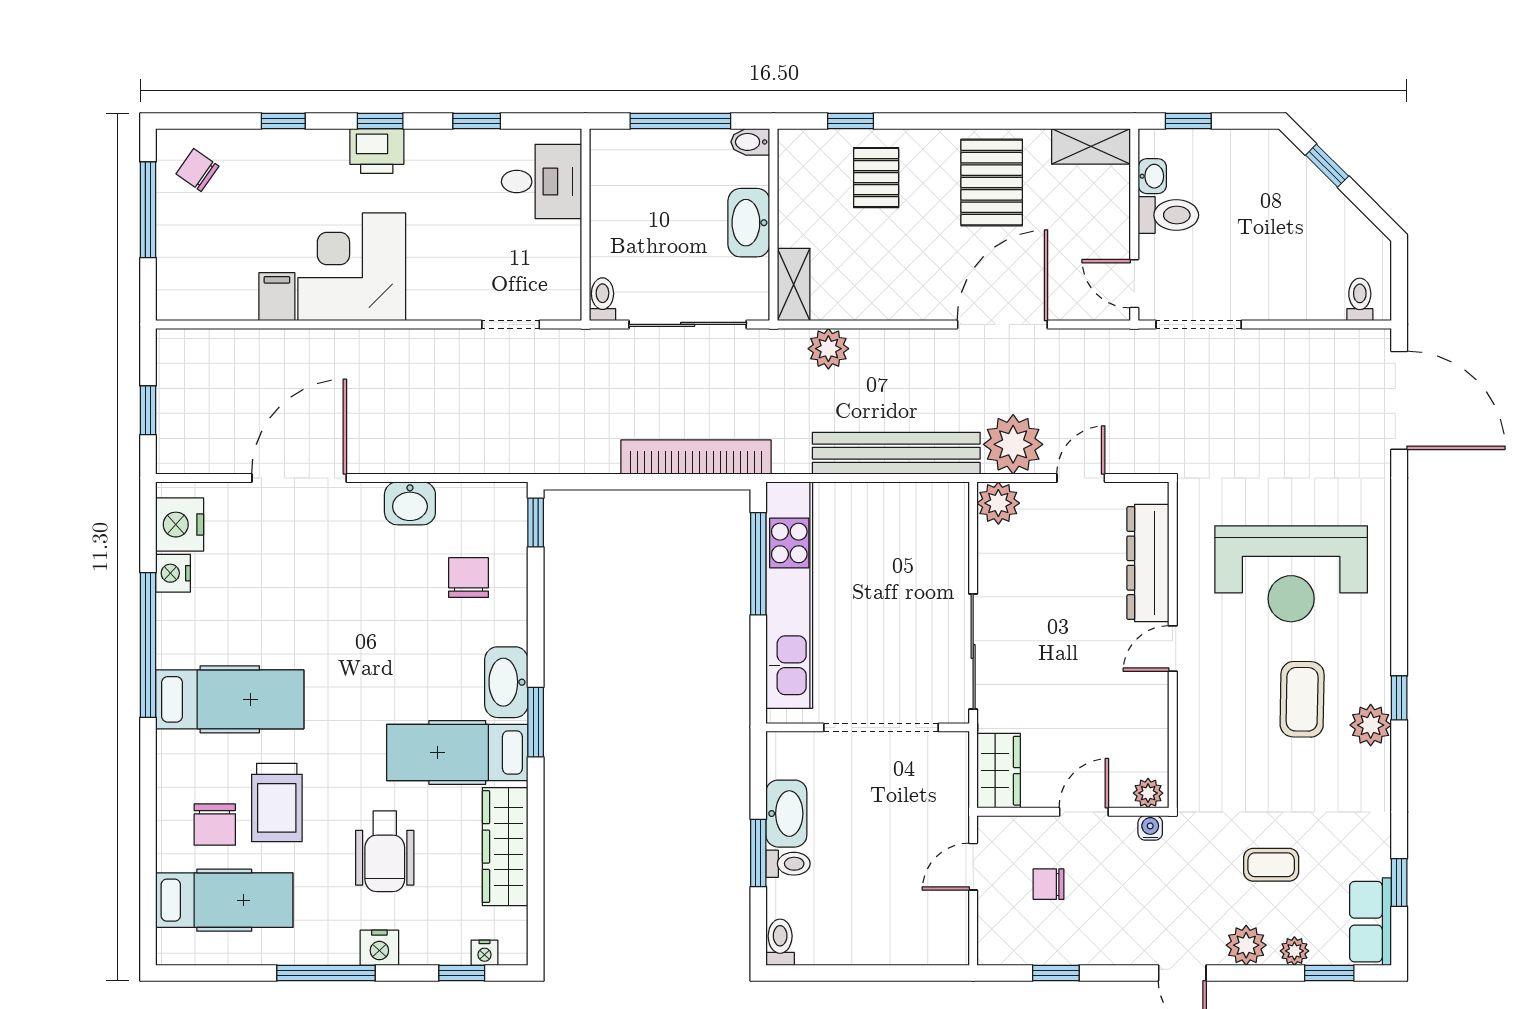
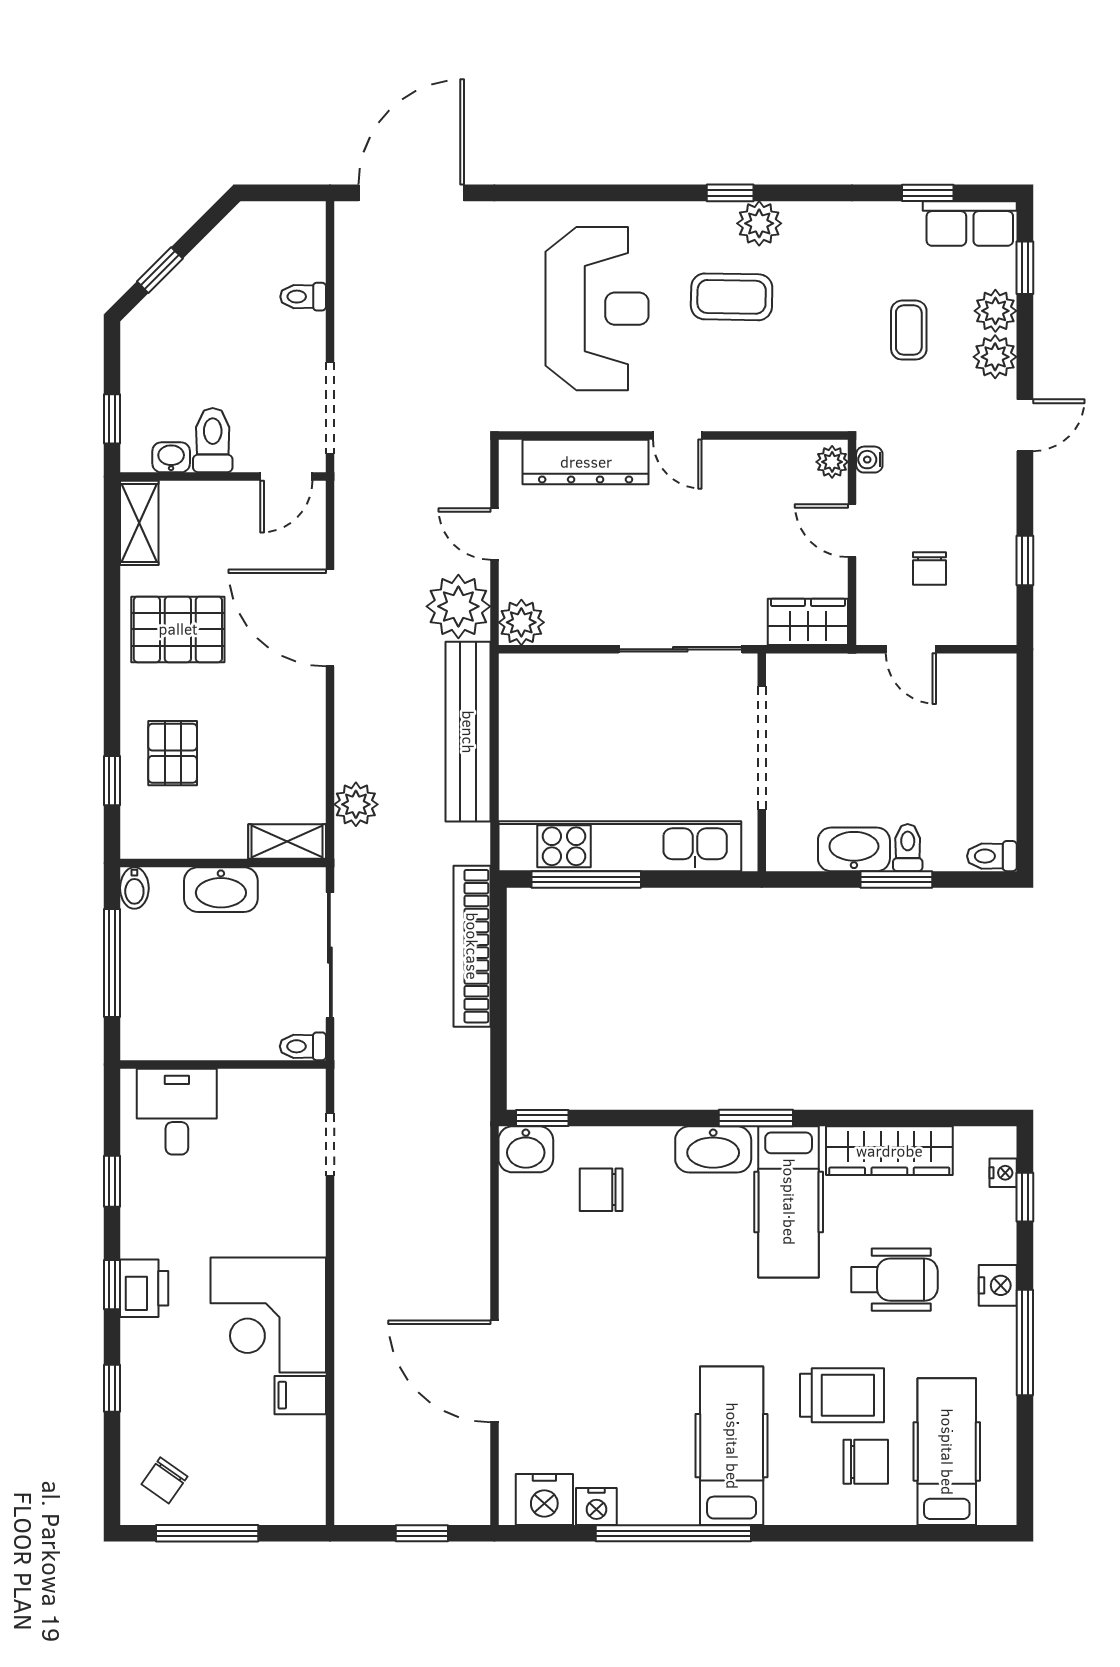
pallet: (876, 178) -> (173, 753), turned 90
toilet: (1360, 299) -> (303, 297), moved
washbasin: (410, 503) -> (526, 1149), moved, turned 90
plant: (1294, 951) -> (995, 311), width x1.38, depth x1.38

